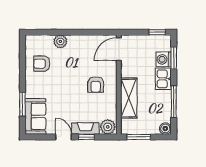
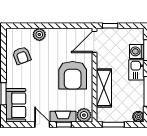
window: (157, 32) -> (110, 26), moved
armchair: (42, 64) -> (22, 56), turned -110
armchair: (96, 85) -> (73, 75), width x1.88, depth x1.88

